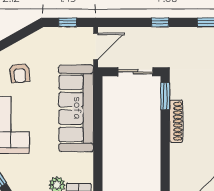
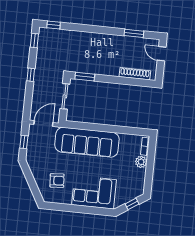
door: (96, 46) -> (43, 123), hinge flipped
shoe rack: (176, 121) -> (135, 74), moved

